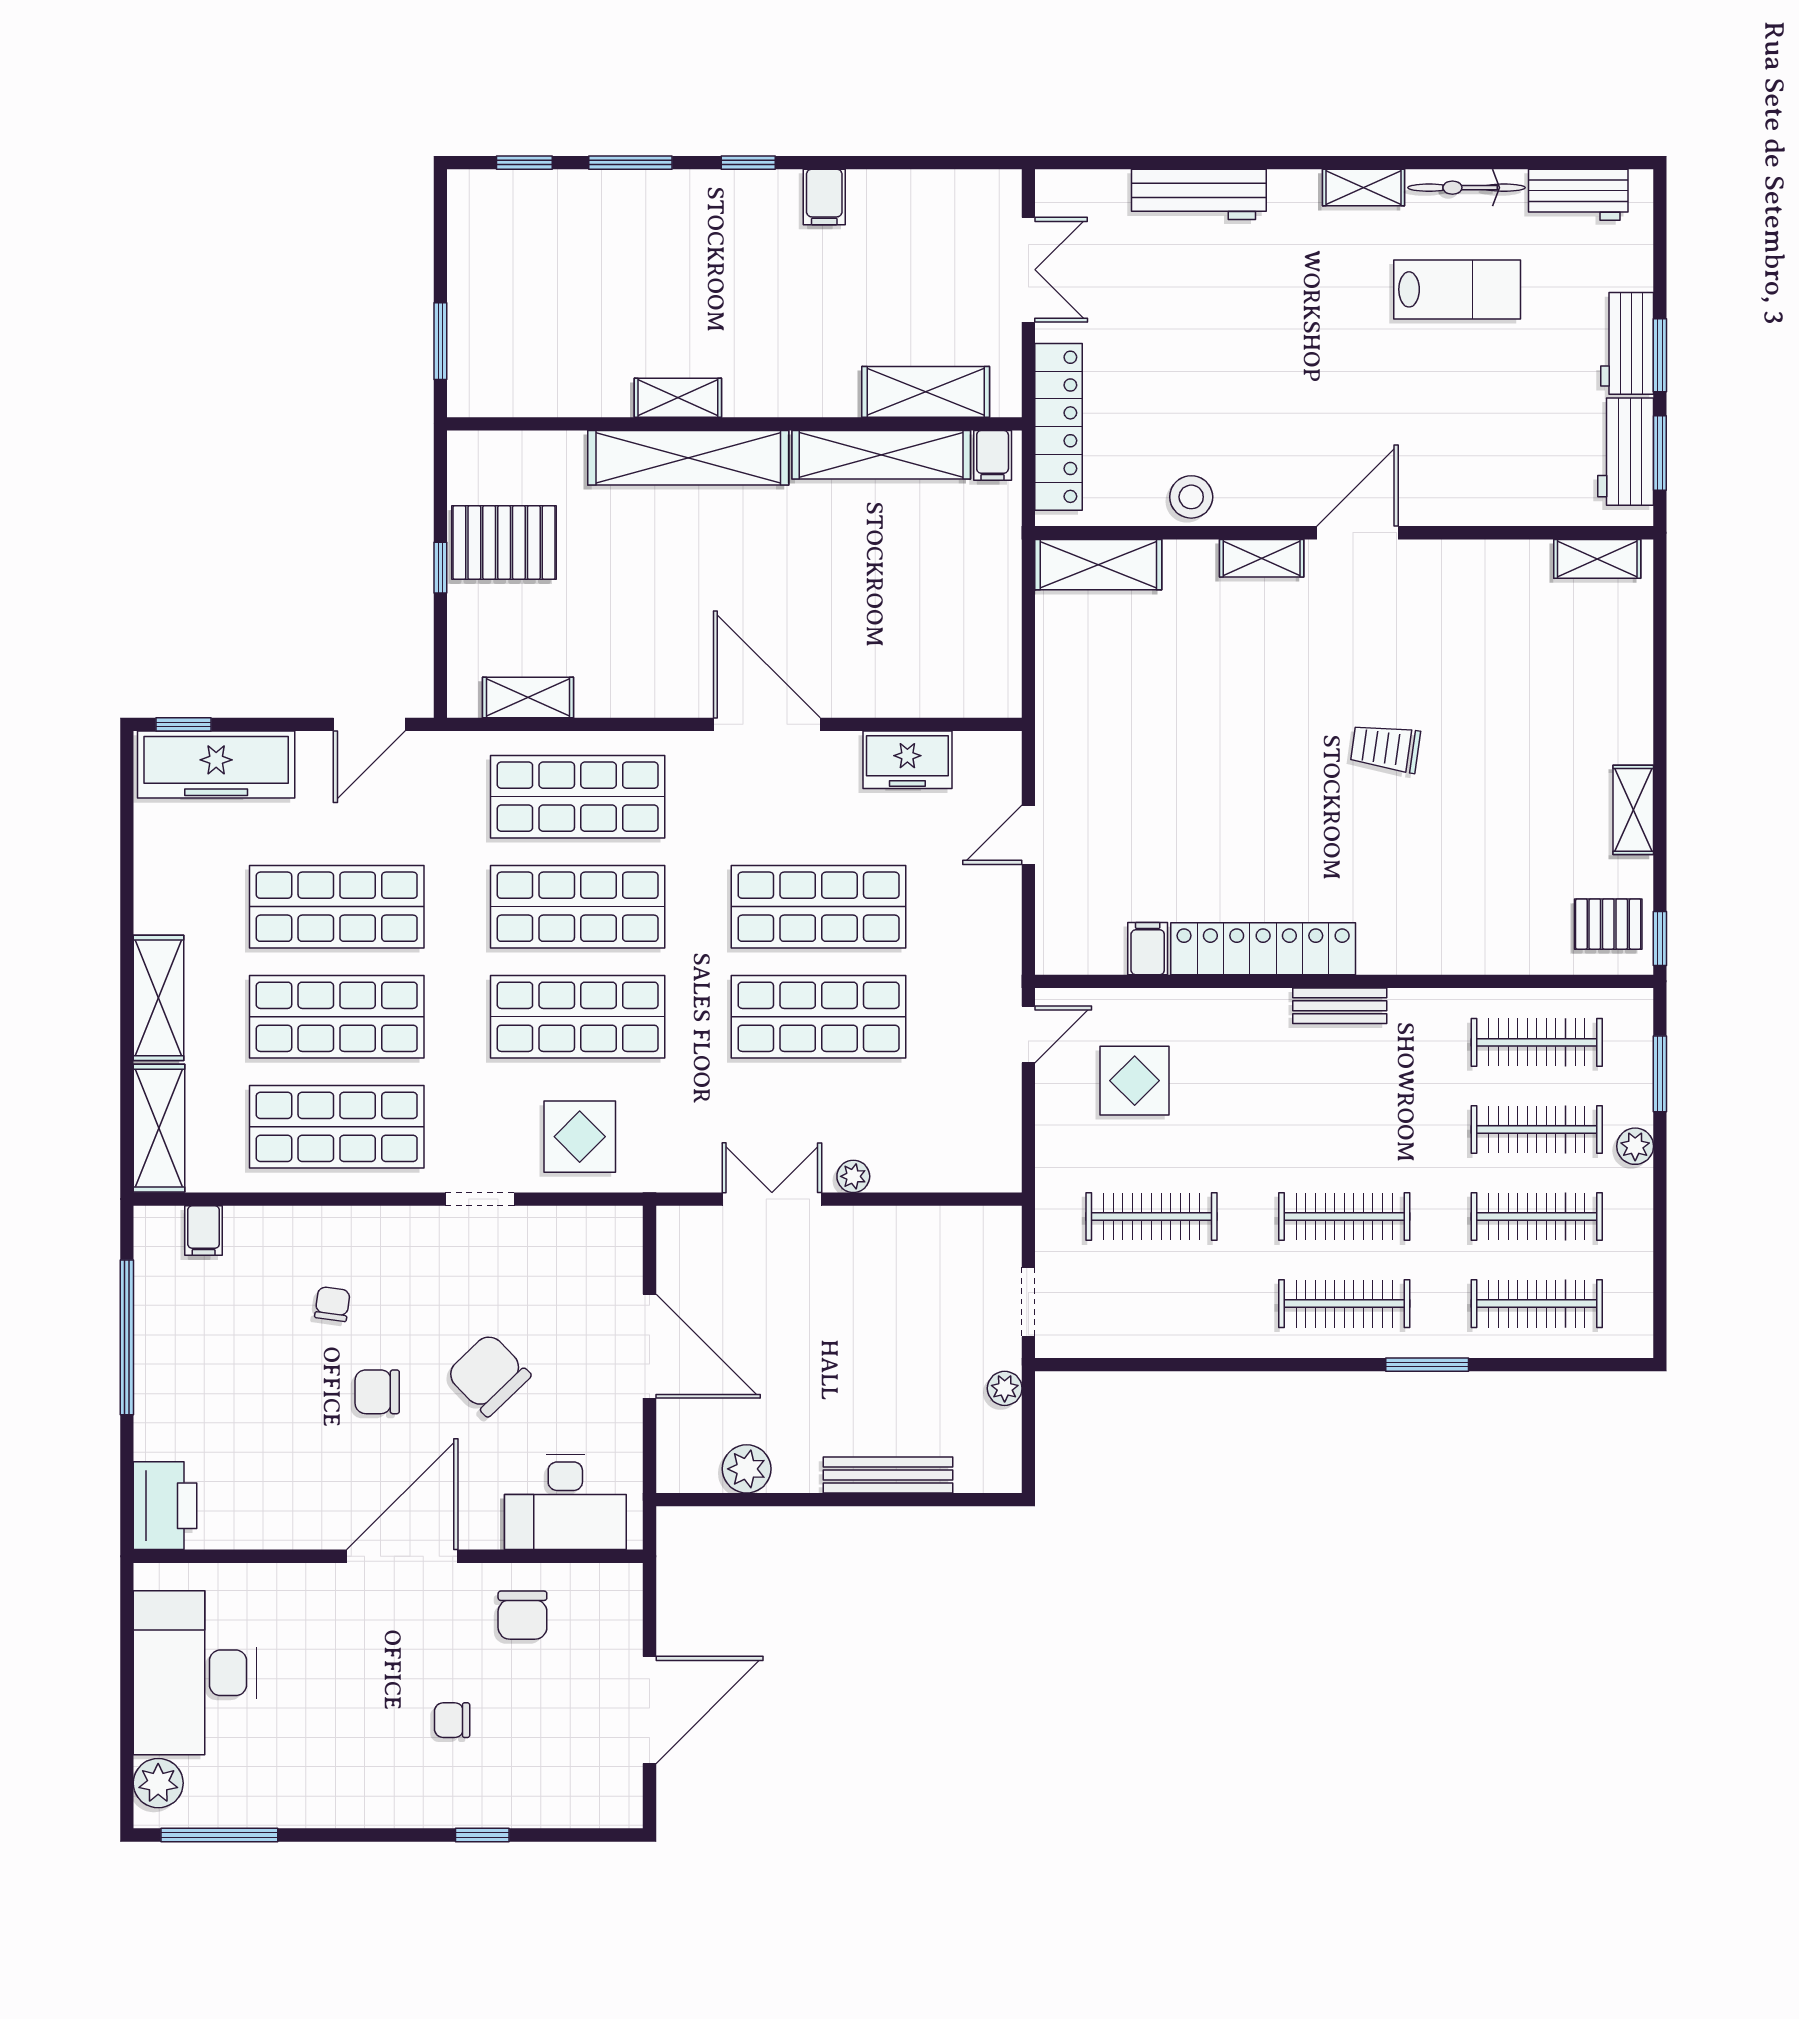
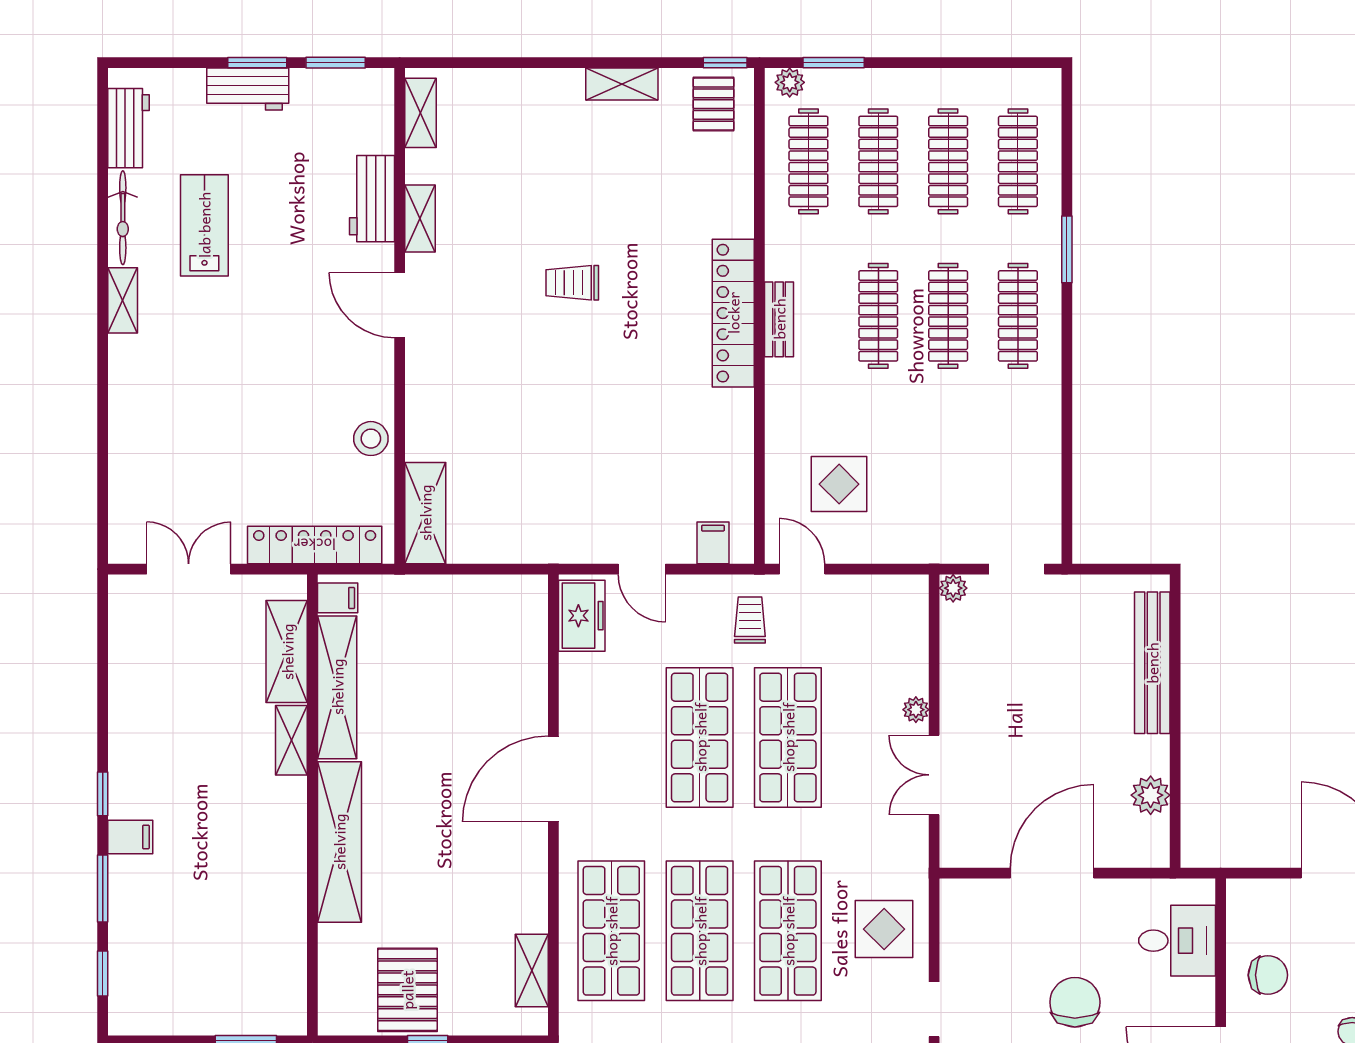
workbench: (1199, 194) -> (128, 432), removed
filing cabinet: (824, 197) -> (130, 837), moved
shelving: (678, 398) -> (291, 740), moved
workbench: (1626, 452) -> (372, 199), moved, turned 90
shelving: (1262, 558) -> (420, 219), moved
trolley: (1385, 748) -> (572, 283), turned 82
freezer: (907, 760) -> (582, 616), moved
filing cabinet: (1148, 949) -> (713, 543), moved, turned 90
locker: (1263, 949) -> (733, 313), moved
trolley: (965, 969) -> (750, 620), added
plant: (1635, 1146) -> (790, 82), moved
clothes rail: (1152, 1217) -> (878, 316), moved
chair: (489, 1375) -> (1075, 1002), turned 134
plant: (1005, 1388) -> (953, 588), moved
bench: (888, 1475) -> (1152, 663), width x1.37, depth x1.21
desk: (565, 1502) -> (1177, 941), width x0.73

